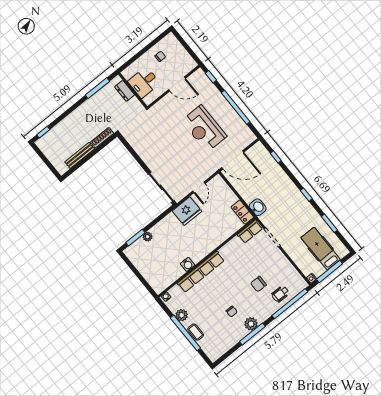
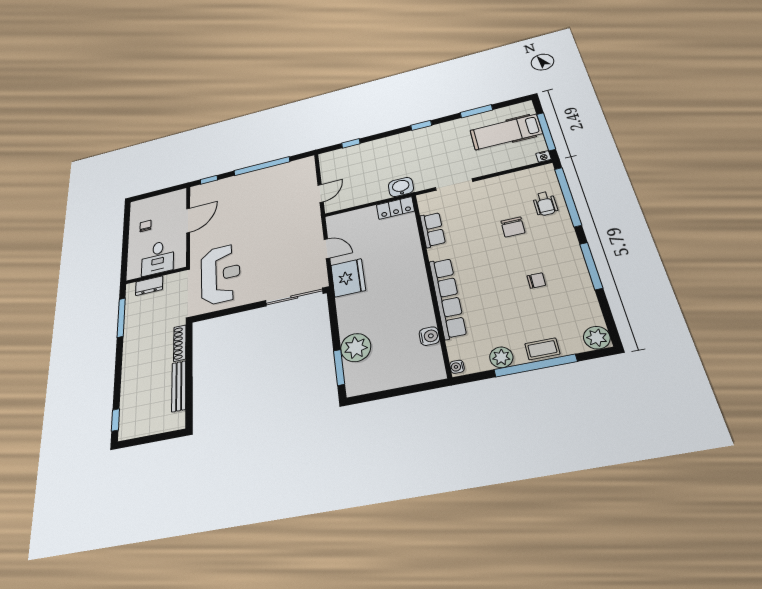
reception desk: (204, 129) -> (221, 274), moved, turned -90
door: (233, 160) -> (321, 193), width x0.53
row of seats: (250, 232) -> (433, 230), moved
plant: (148, 237) -> (356, 348), width x1.87, depth x1.87
water cooler: (187, 264) -> (429, 336), moved
plant: (251, 324) -> (597, 338), moved

